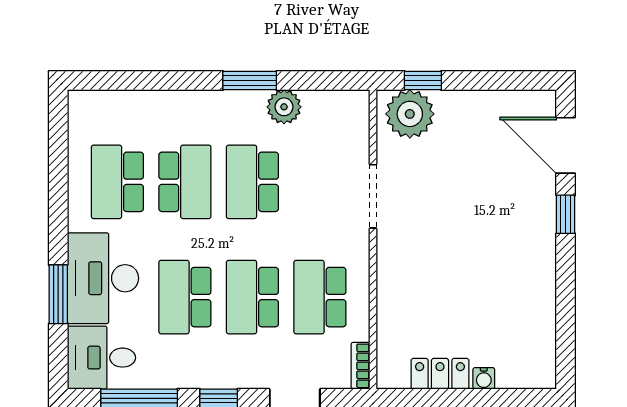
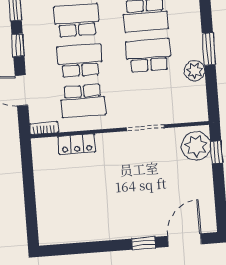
school desk: (320, 297) -> (83, 101), turned 180
locker: (440, 374) -> (77, 144), moved, turned 90
water cooler: (484, 378) -> (42, 202), removed

